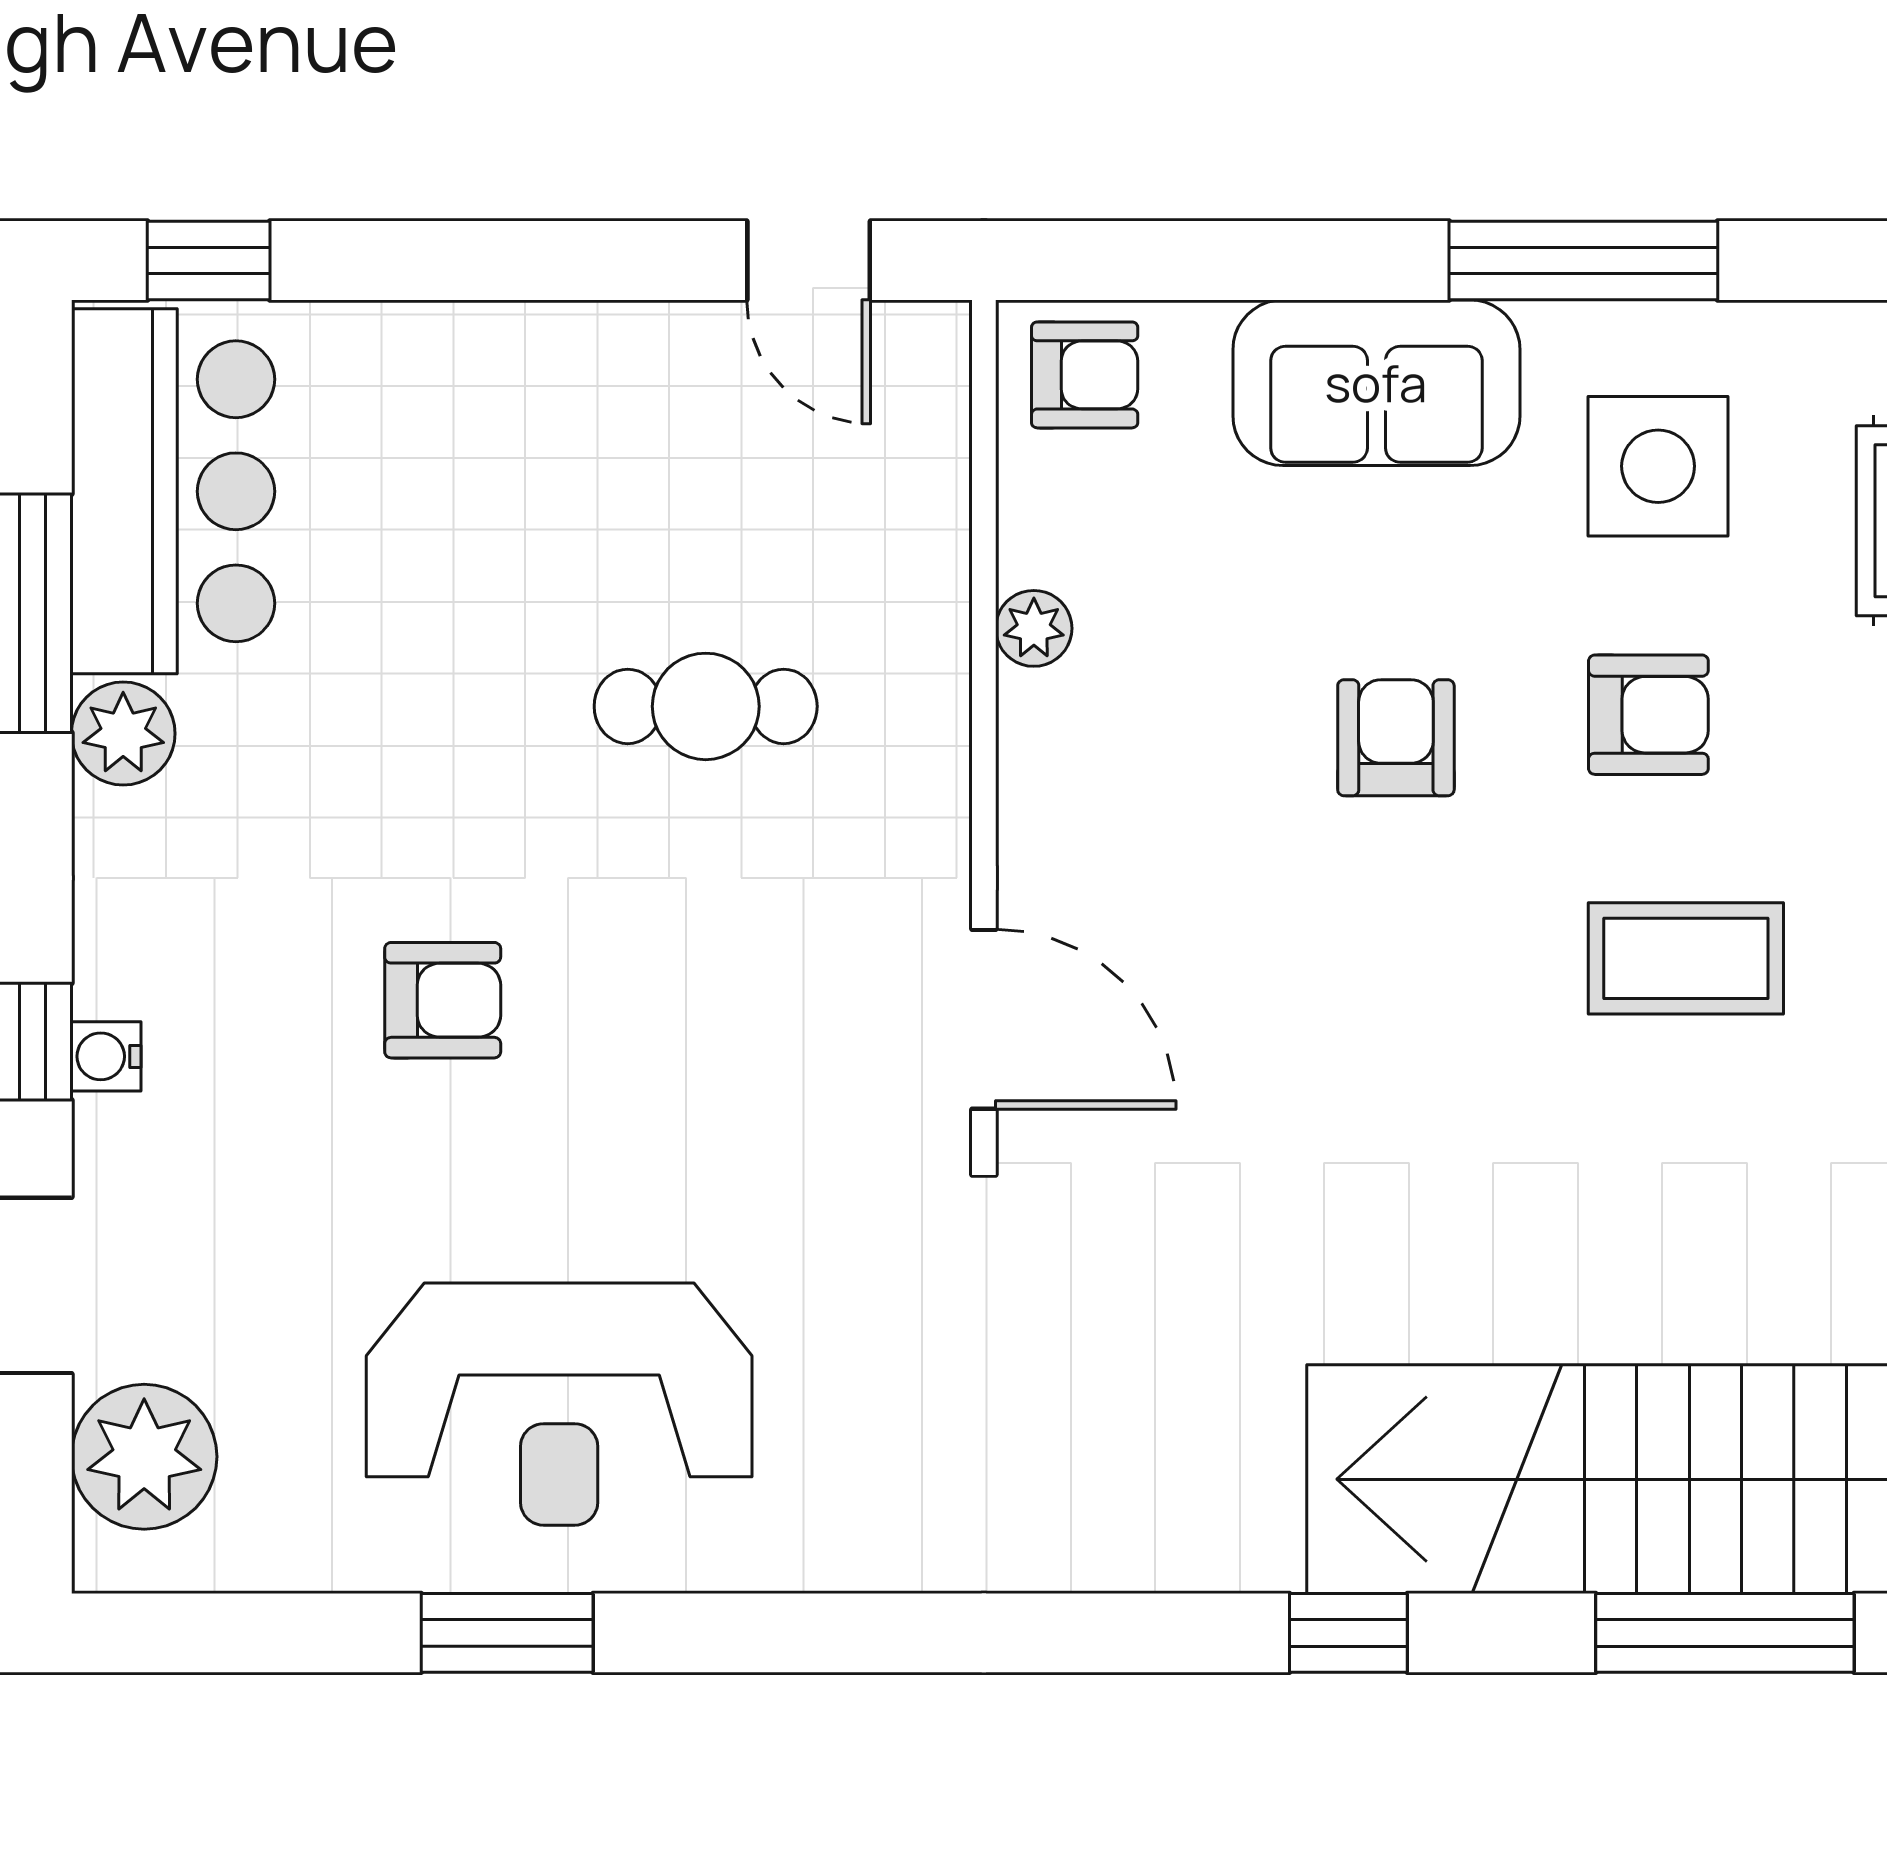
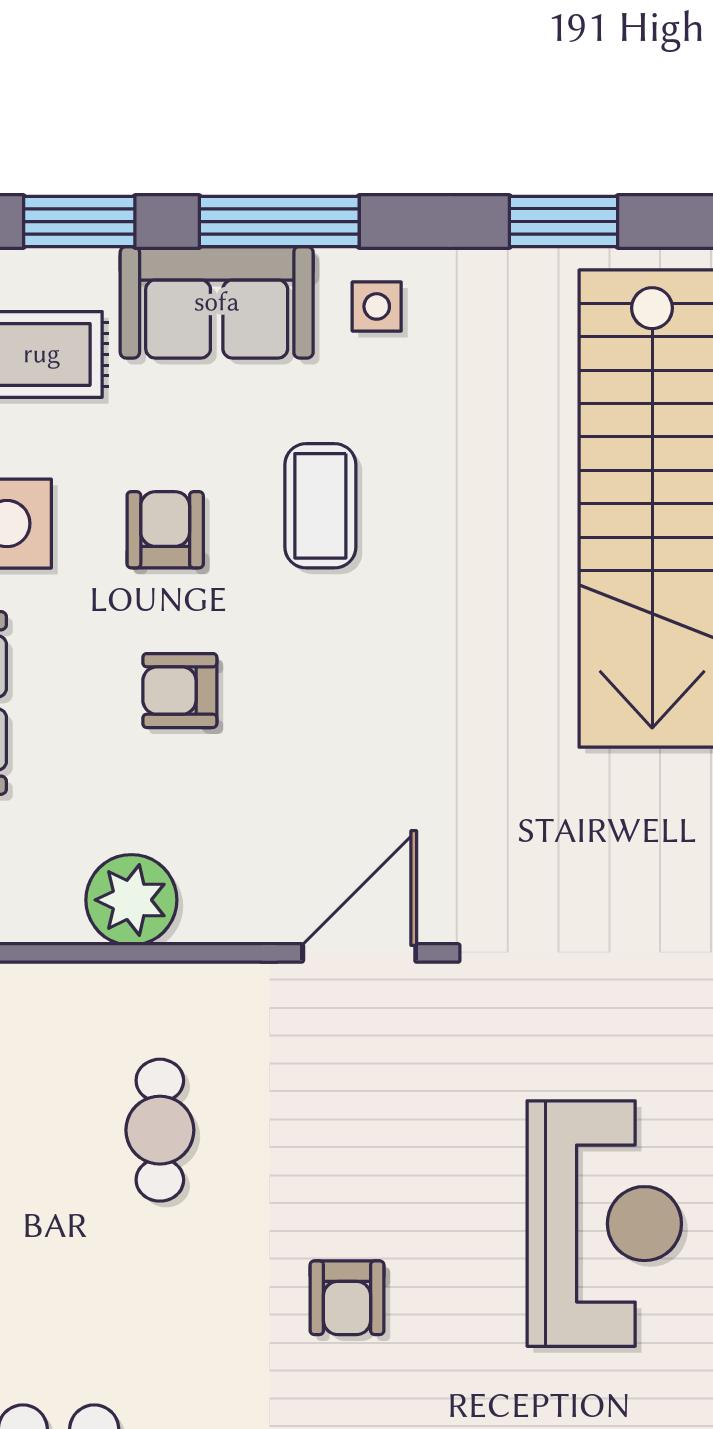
plant: (1034, 628) -> (131, 900), width x1.88, depth x1.88
armchair: (443, 1000) -> (347, 1298), turned 180

